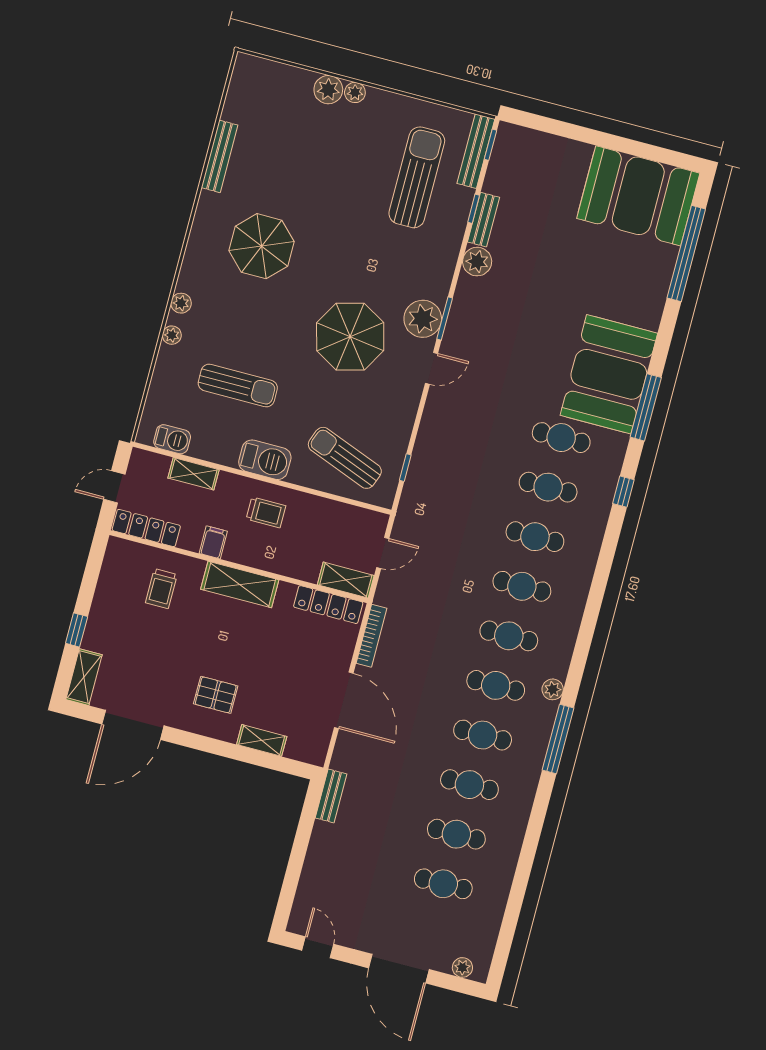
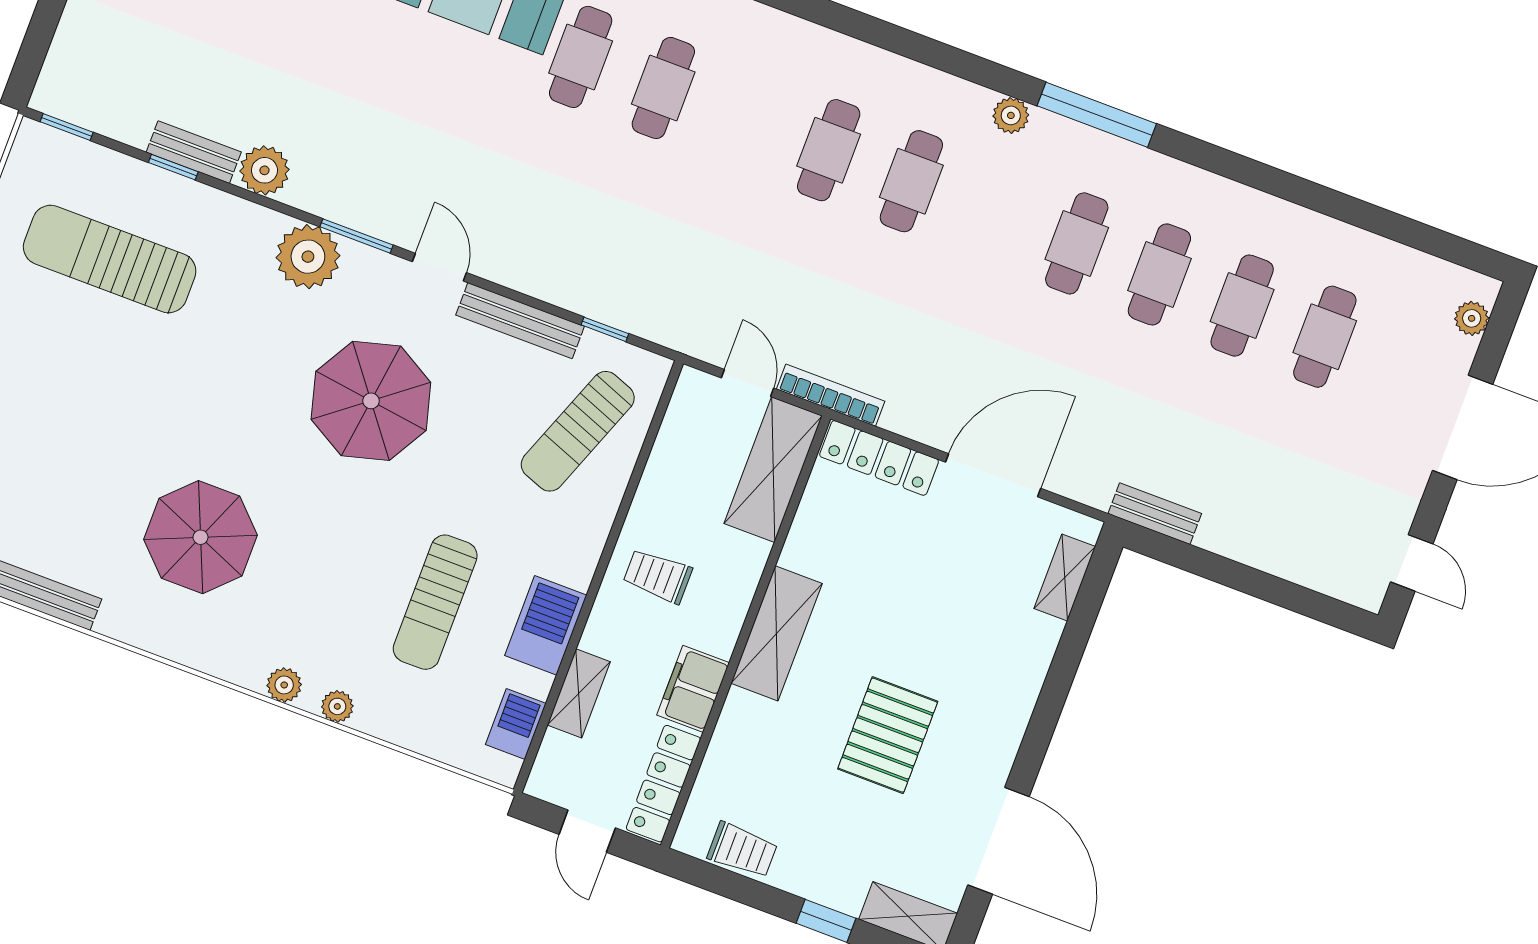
bench: (476, 151) -> (520, 321), moved
plant: (423, 319) -> (308, 257), moved
sun lounger: (238, 386) -> (435, 602), turned 180
barbecue: (265, 460) -> (546, 625), moved
trolley: (266, 512) -> (658, 576), turned -90
cafe table: (535, 537) -> (746, 119), removed
filing cabinet: (213, 542) -> (693, 689), width x2.00
shelving: (346, 580) -> (773, 470), width x1.50, depth x1.33
trolley: (161, 589) -> (742, 850), moved
locker: (328, 605) -> (879, 458), moved, turned 90
bookcase: (372, 636) -> (831, 395), moved
cafe table: (496, 685) -> (994, 212), removed
pallet: (216, 695) -> (888, 735), moved, width x1.50, depth x1.42
shelving: (262, 740) -> (1065, 577), moved
door: (318, 947) -> (1412, 563), swing flipped

